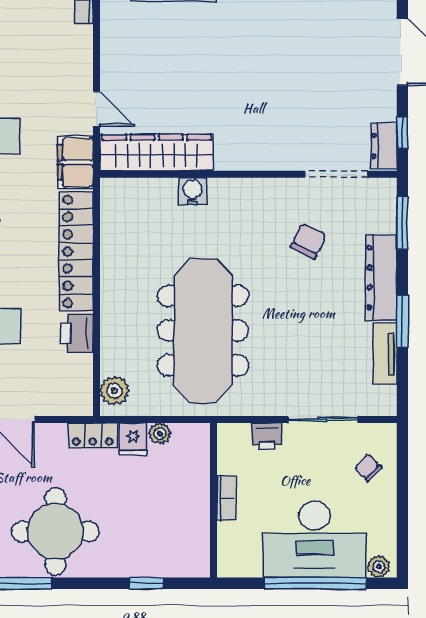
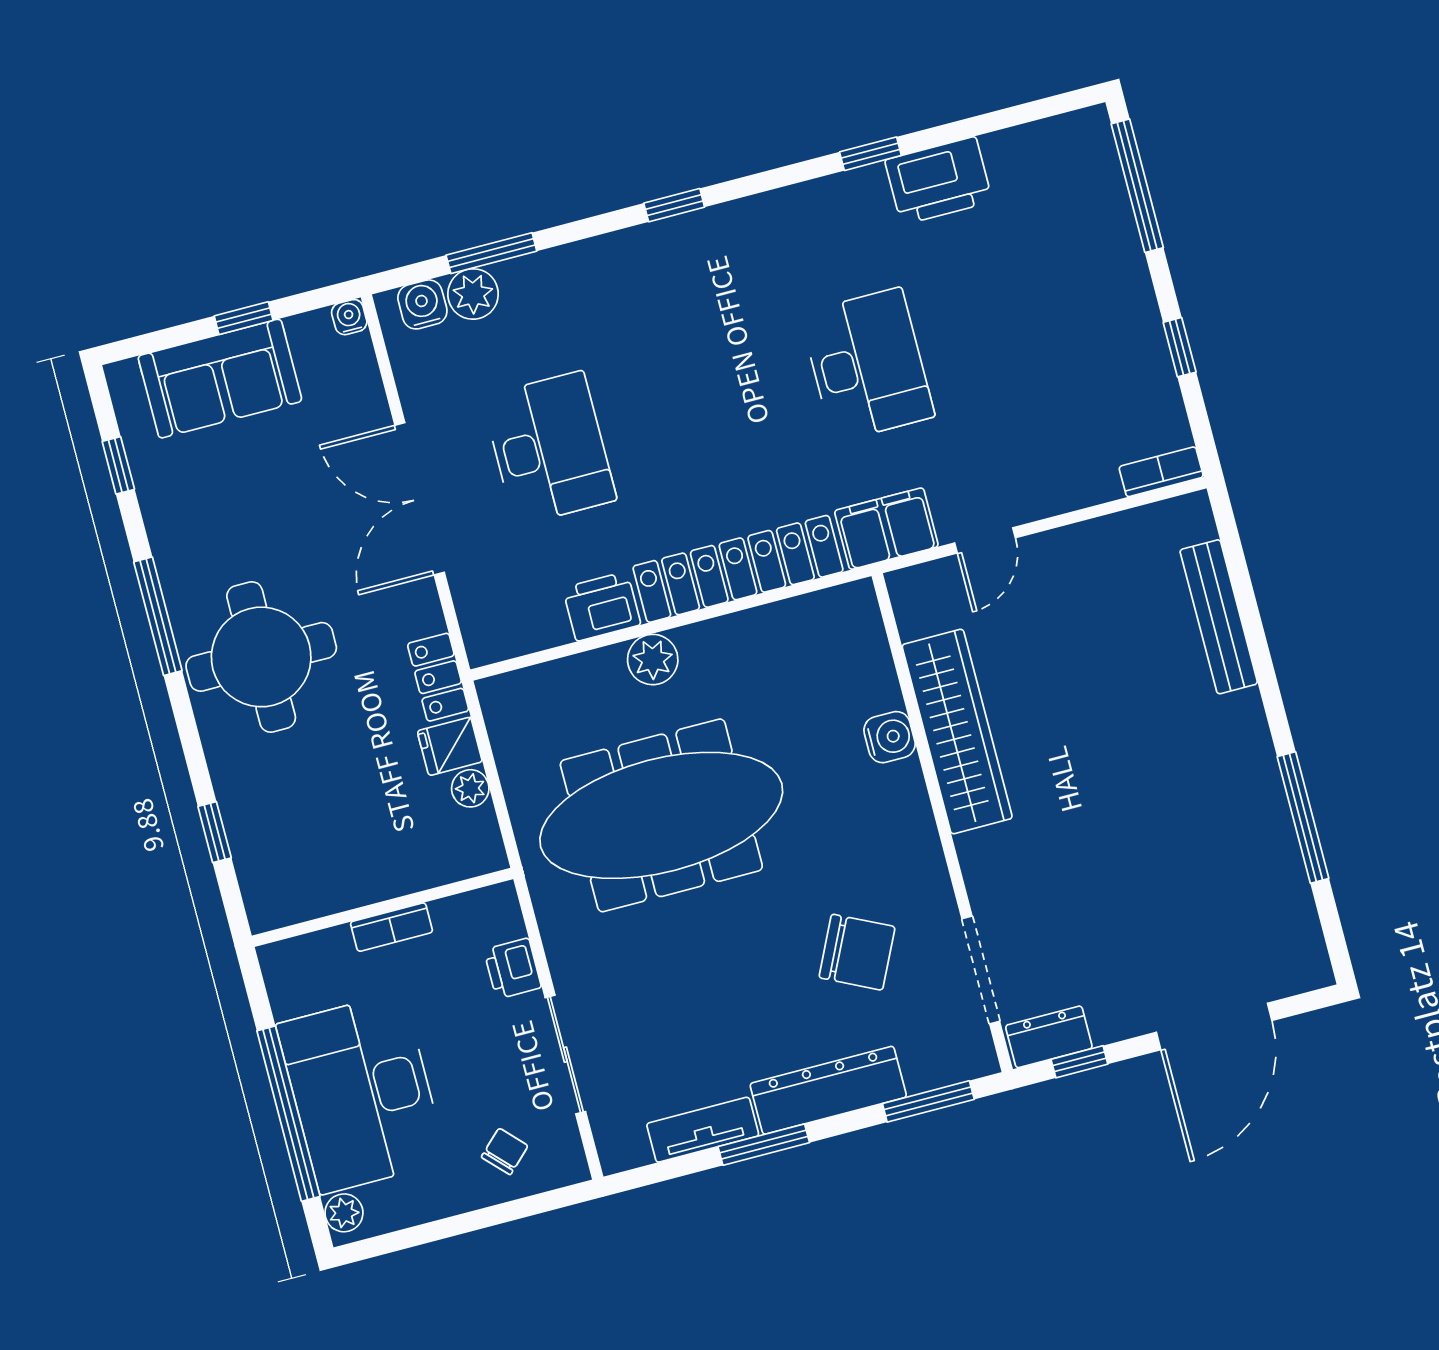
wardrobe: (157, 153) -> (957, 732), moved
chair: (308, 241) -> (857, 952), width x1.37, depth x1.37
plant: (114, 391) -> (653, 660), moved

